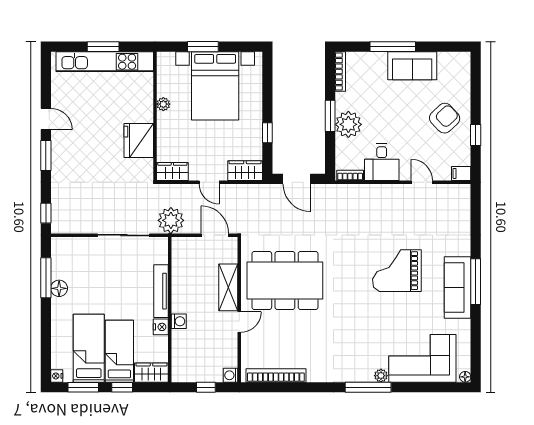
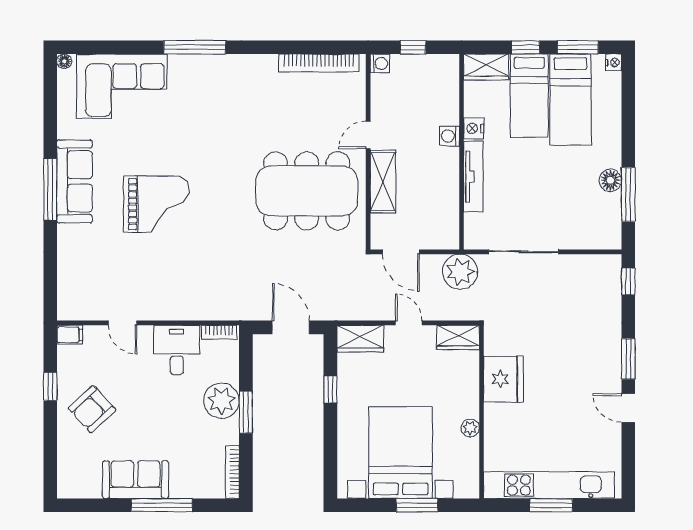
plant: (381, 376) -> (178, 63), removed

